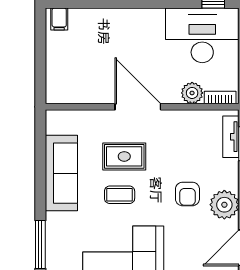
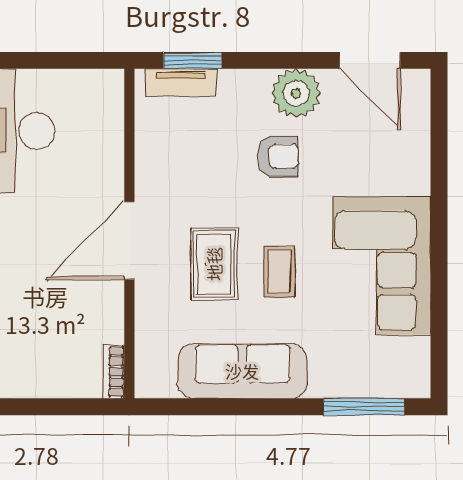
plant: (192, 93) -> (106, 148), removed
bookcase: (220, 97) -> (114, 372), moved

